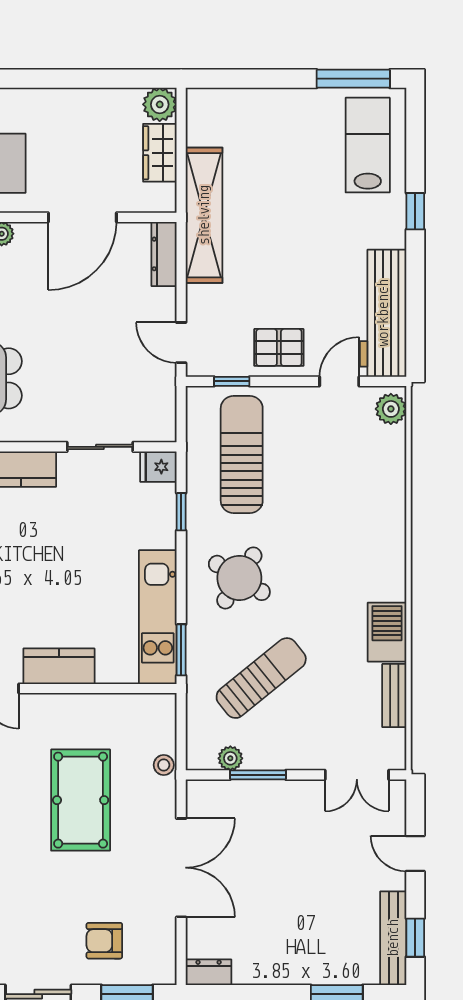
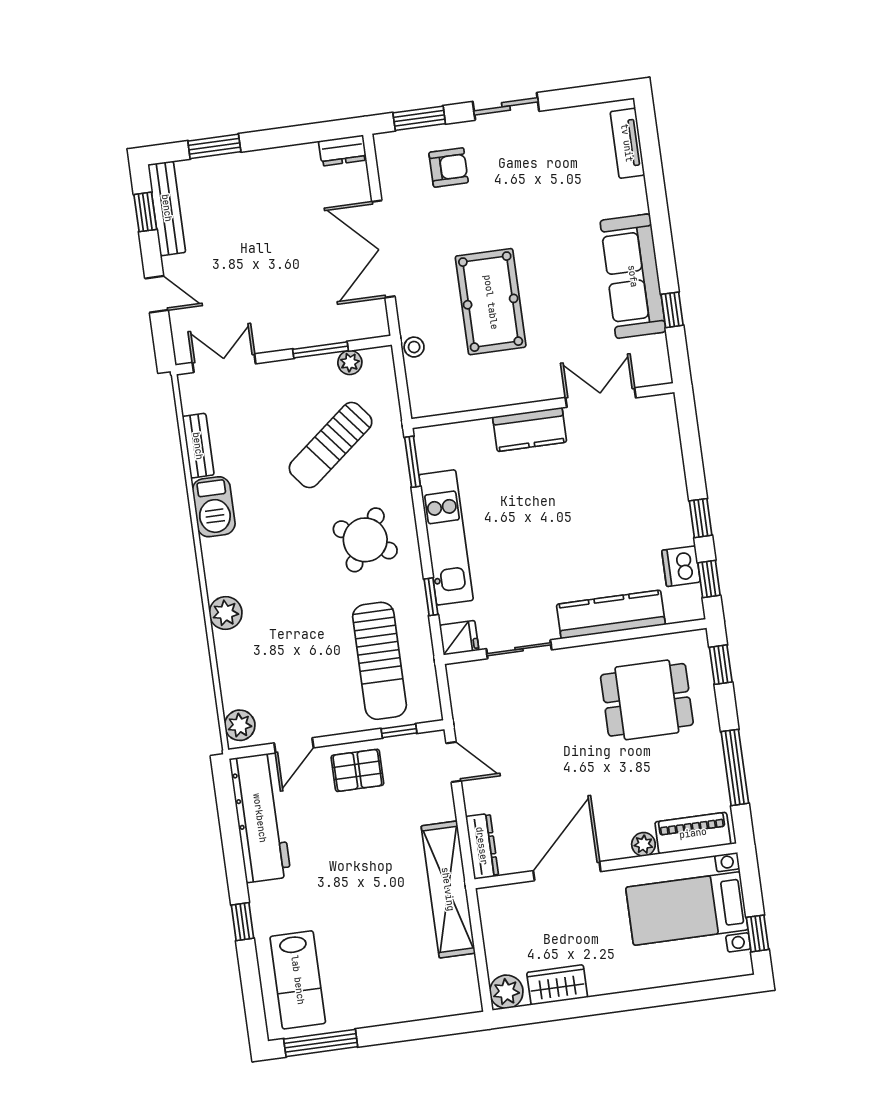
wardrobe: (160, 153) -> (557, 985), moved, turned -90
plant: (390, 524) -> (226, 613), added
kitchen unit: (158, 617) -> (446, 537), moved

